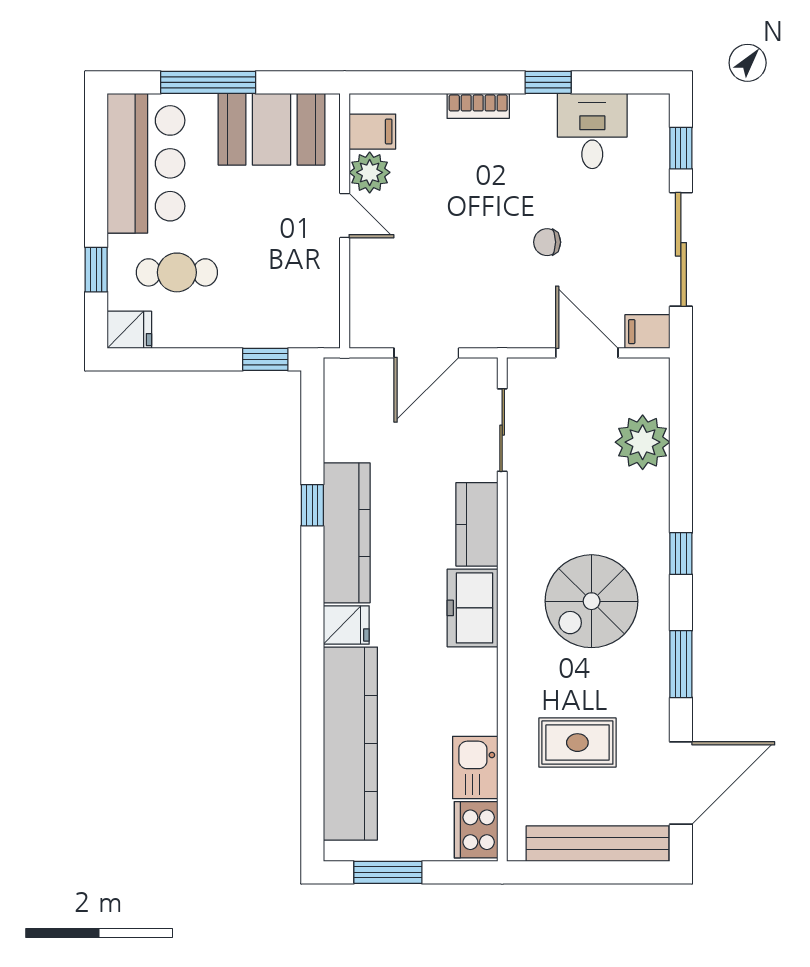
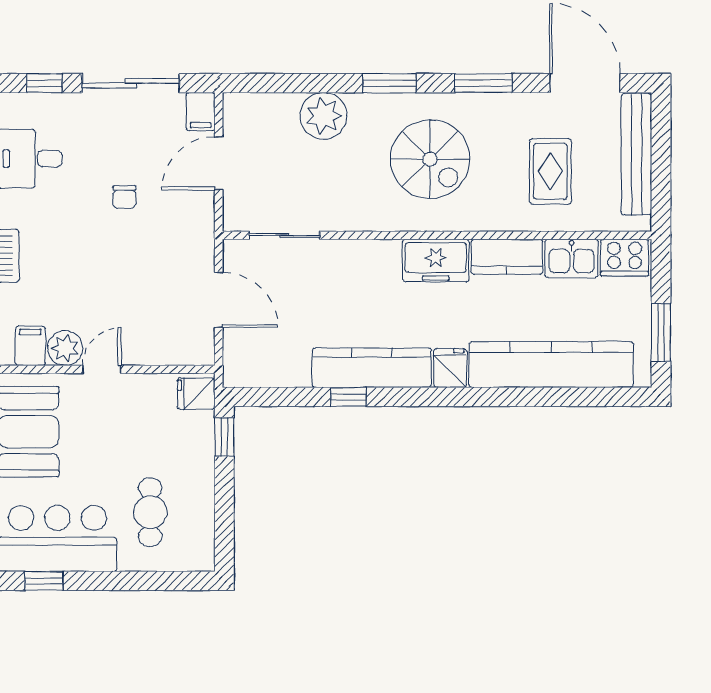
window: (96, 270) -> (44, 581), moved
fridge: (129, 330) -> (196, 394), moved, turned -90
plant: (643, 442) -> (324, 116), moved
kitchen counter: (477, 524) -> (507, 257), moved
window: (681, 554) -> (389, 83), width x1.50

